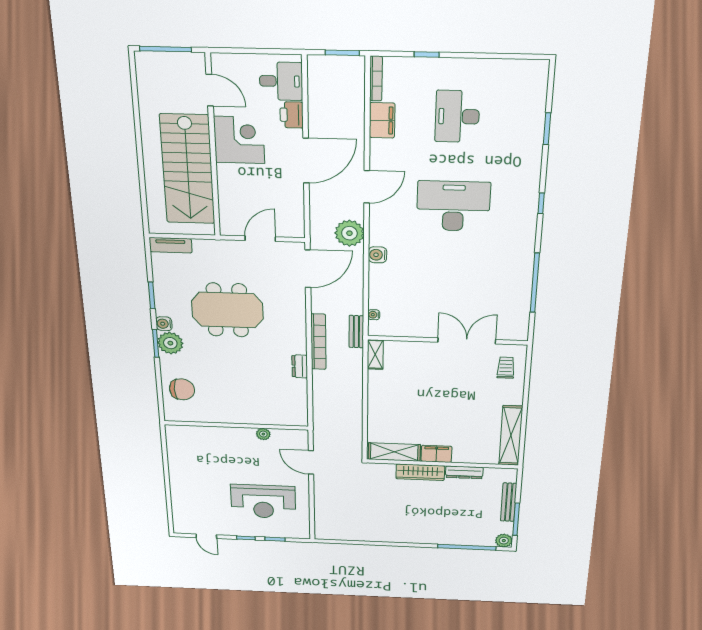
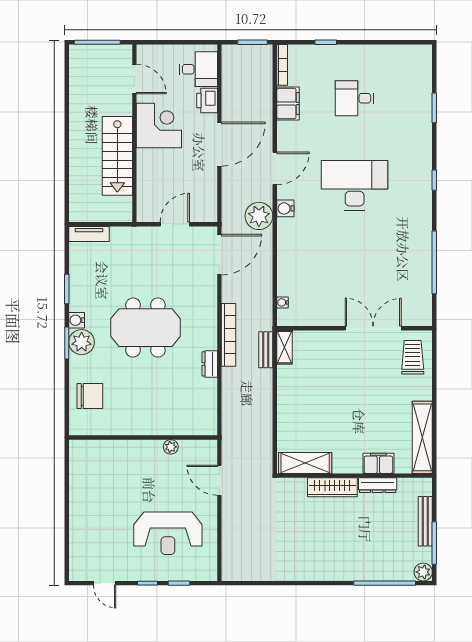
desk: (457, 116) -> (355, 98), width x0.73
stairs: (187, 169) -> (117, 156), width x0.73, depth x0.66
water cooler: (377, 255) -> (285, 208), moved
meeting table: (227, 310) -> (145, 328), moved
bench: (356, 332) -> (266, 350), moved
trolley: (506, 368) -> (413, 357), width x1.36, depth x1.39
filing cabinet: (436, 454) -> (378, 463), moved

